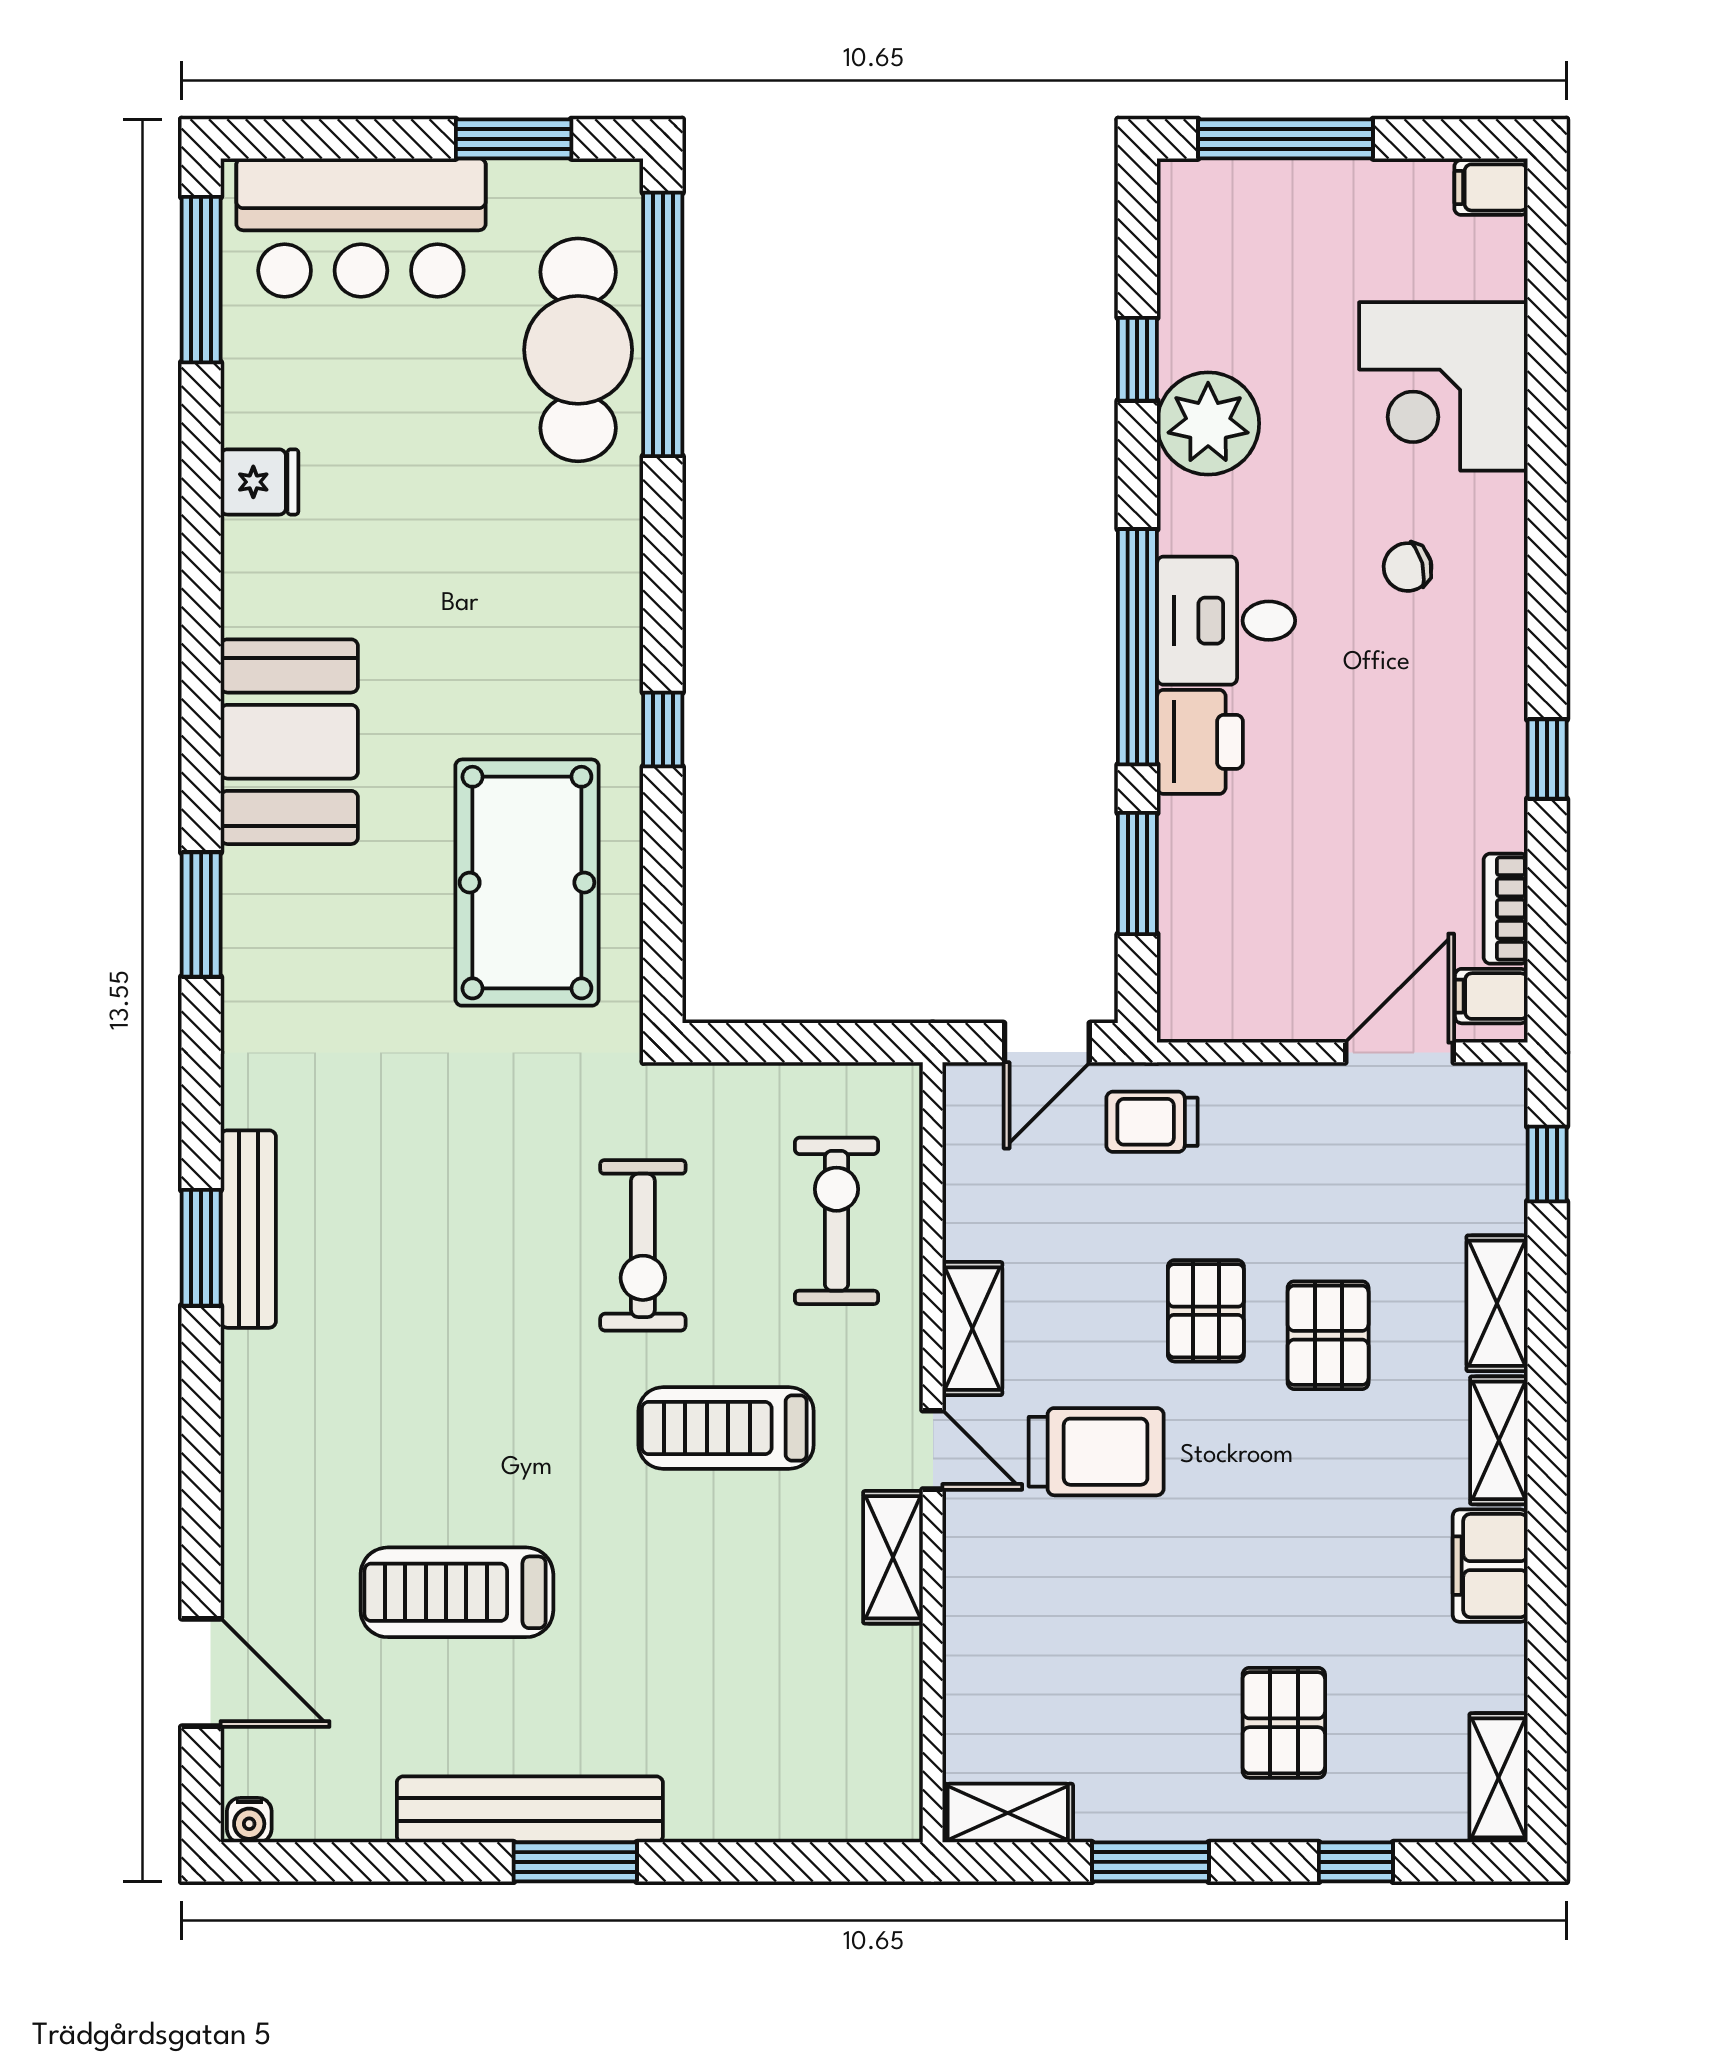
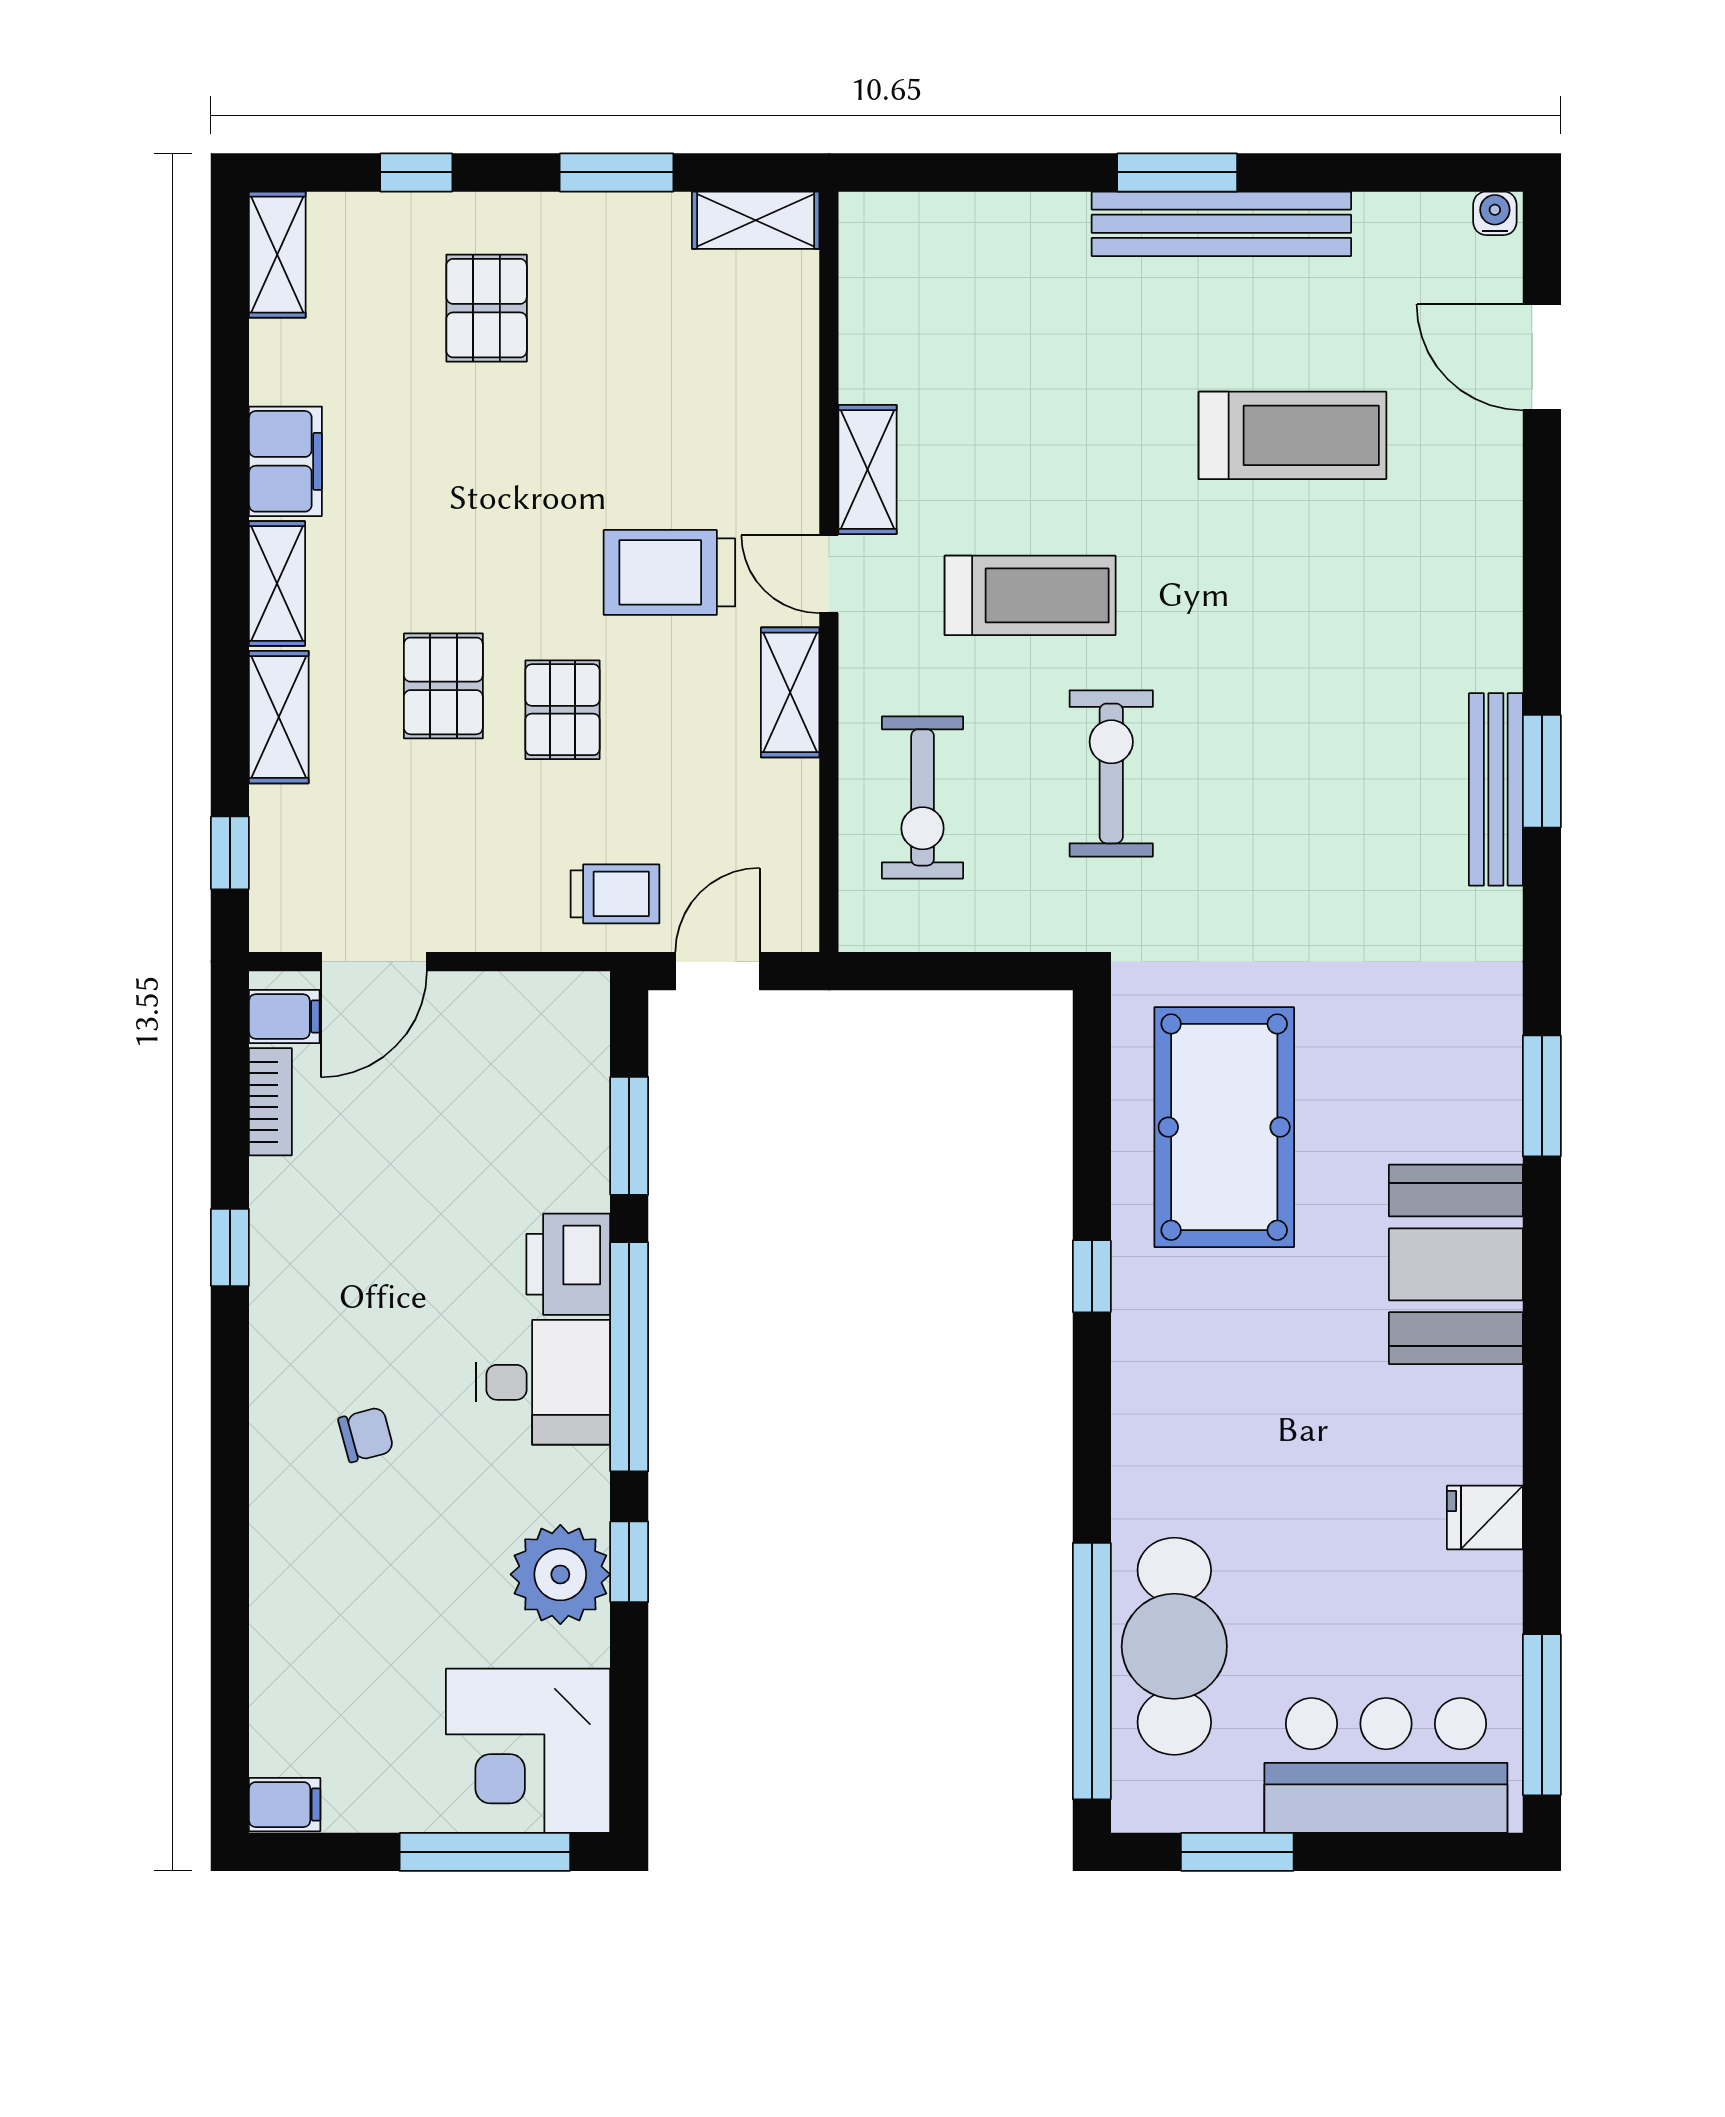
window: (1137, 359) -> (629, 1562), moved
corner desk: (1443, 386) -> (528, 1751), moved, turned 180

